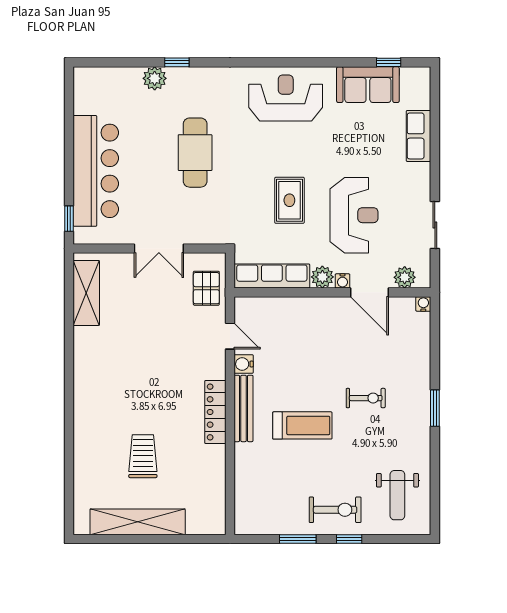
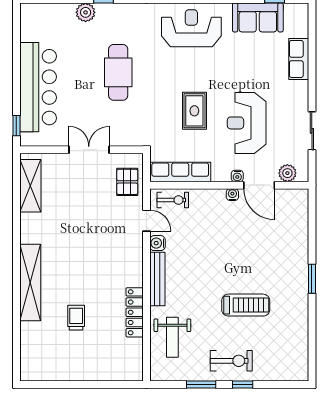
reception desk: (354, 215) -> (247, 123), turned 180
double door: (159, 248) -> (89, 150), swing flipped
plant: (322, 277) -> (221, 173), removed
water cooler: (423, 304) -> (232, 195), moved
exercise bike: (366, 398) -> (173, 200), moved
locker: (215, 412) -> (135, 312), moved
treadmill: (302, 425) -> (246, 305), moved
trolley: (143, 456) -> (76, 318), width x0.73, depth x0.72
weight bench: (397, 495) -> (172, 337), moved
shelving: (138, 522) -> (30, 283), moved, turned 90

